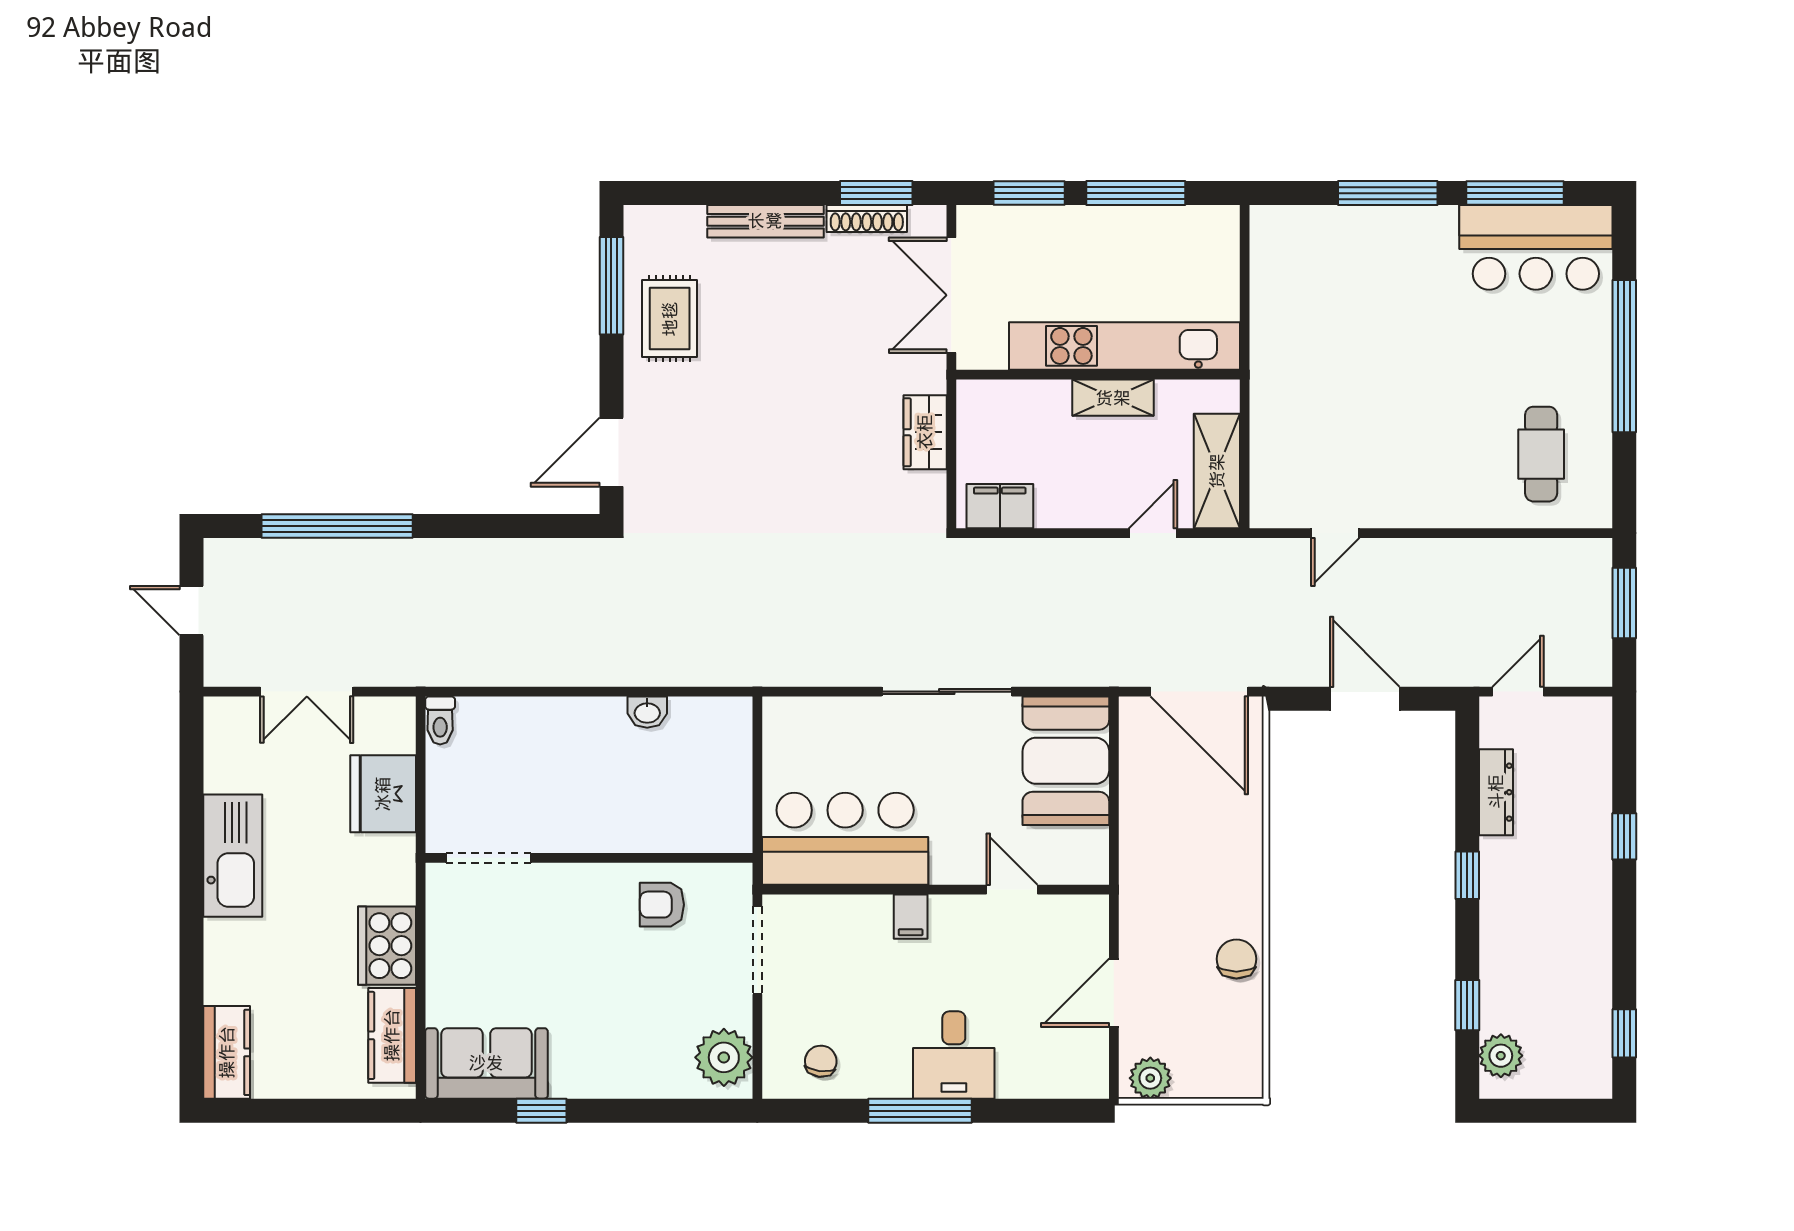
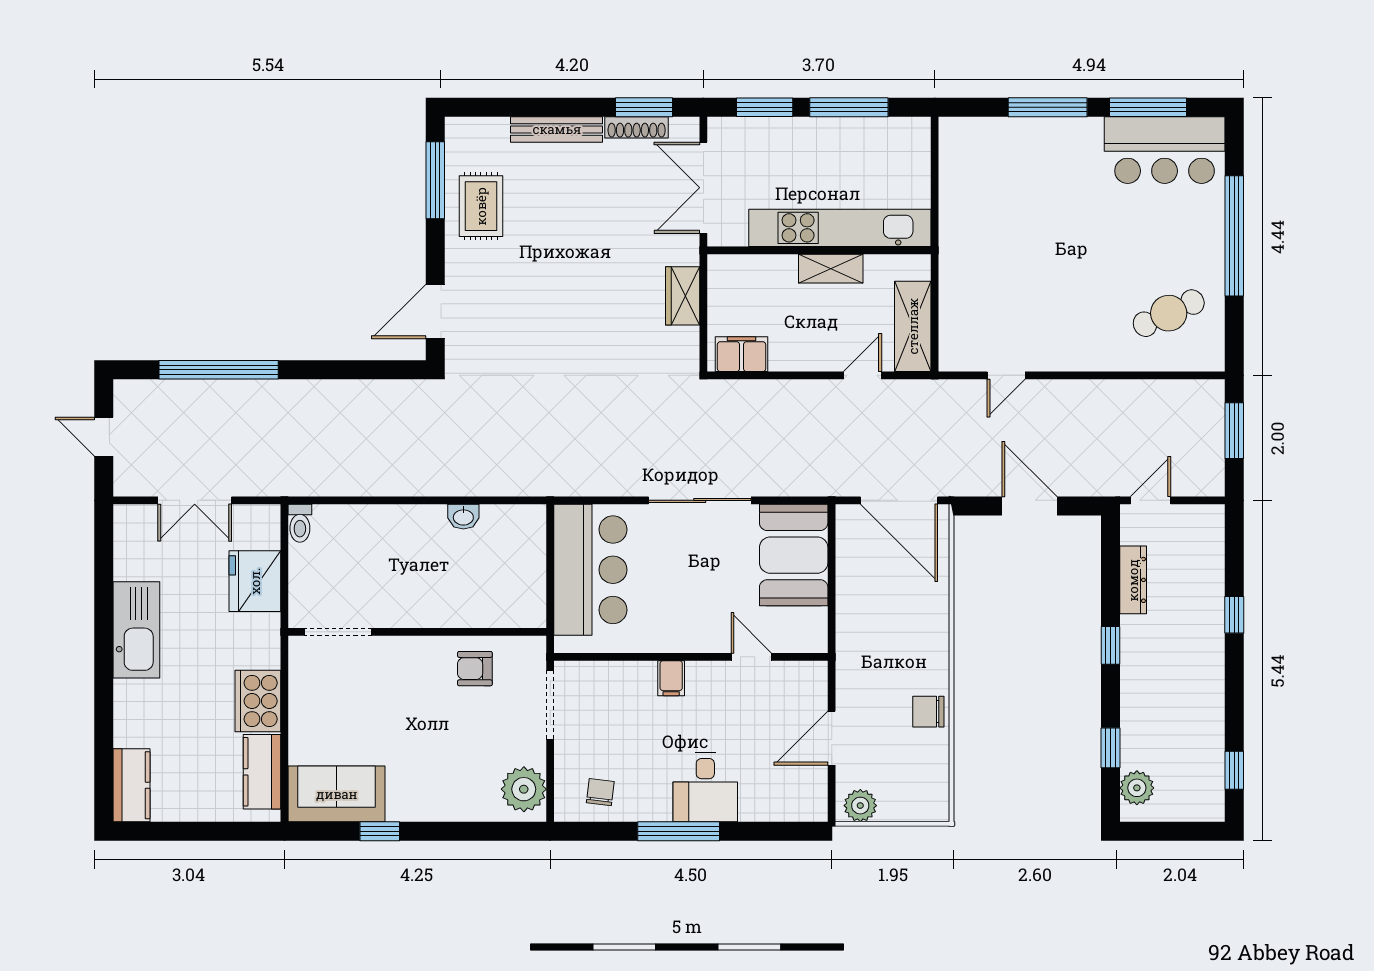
cafe table: (1541, 454) -> (1169, 313), turned 65
bar counter: (845, 839) -> (590, 570), moved, turned 90
chair: (1236, 959) -> (928, 712), turned -90

